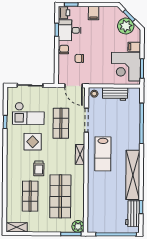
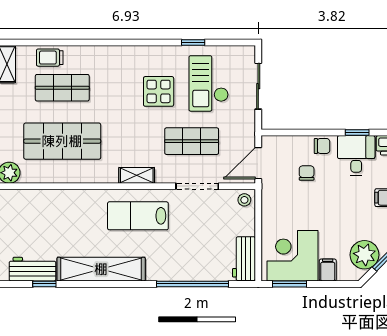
workbench: (115, 94) -> (244, 259), moved
trolley: (39, 168) -> (50, 58), moved

